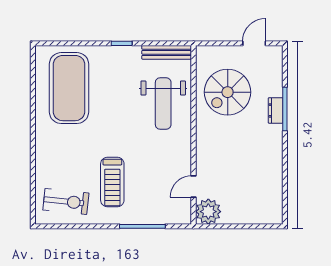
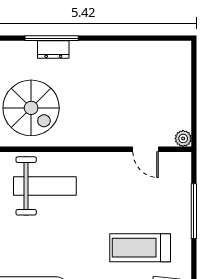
treadmill: (112, 182) -> (140, 248), turned 180
plant: (208, 212) -> (183, 138), width x0.53, depth x0.53

